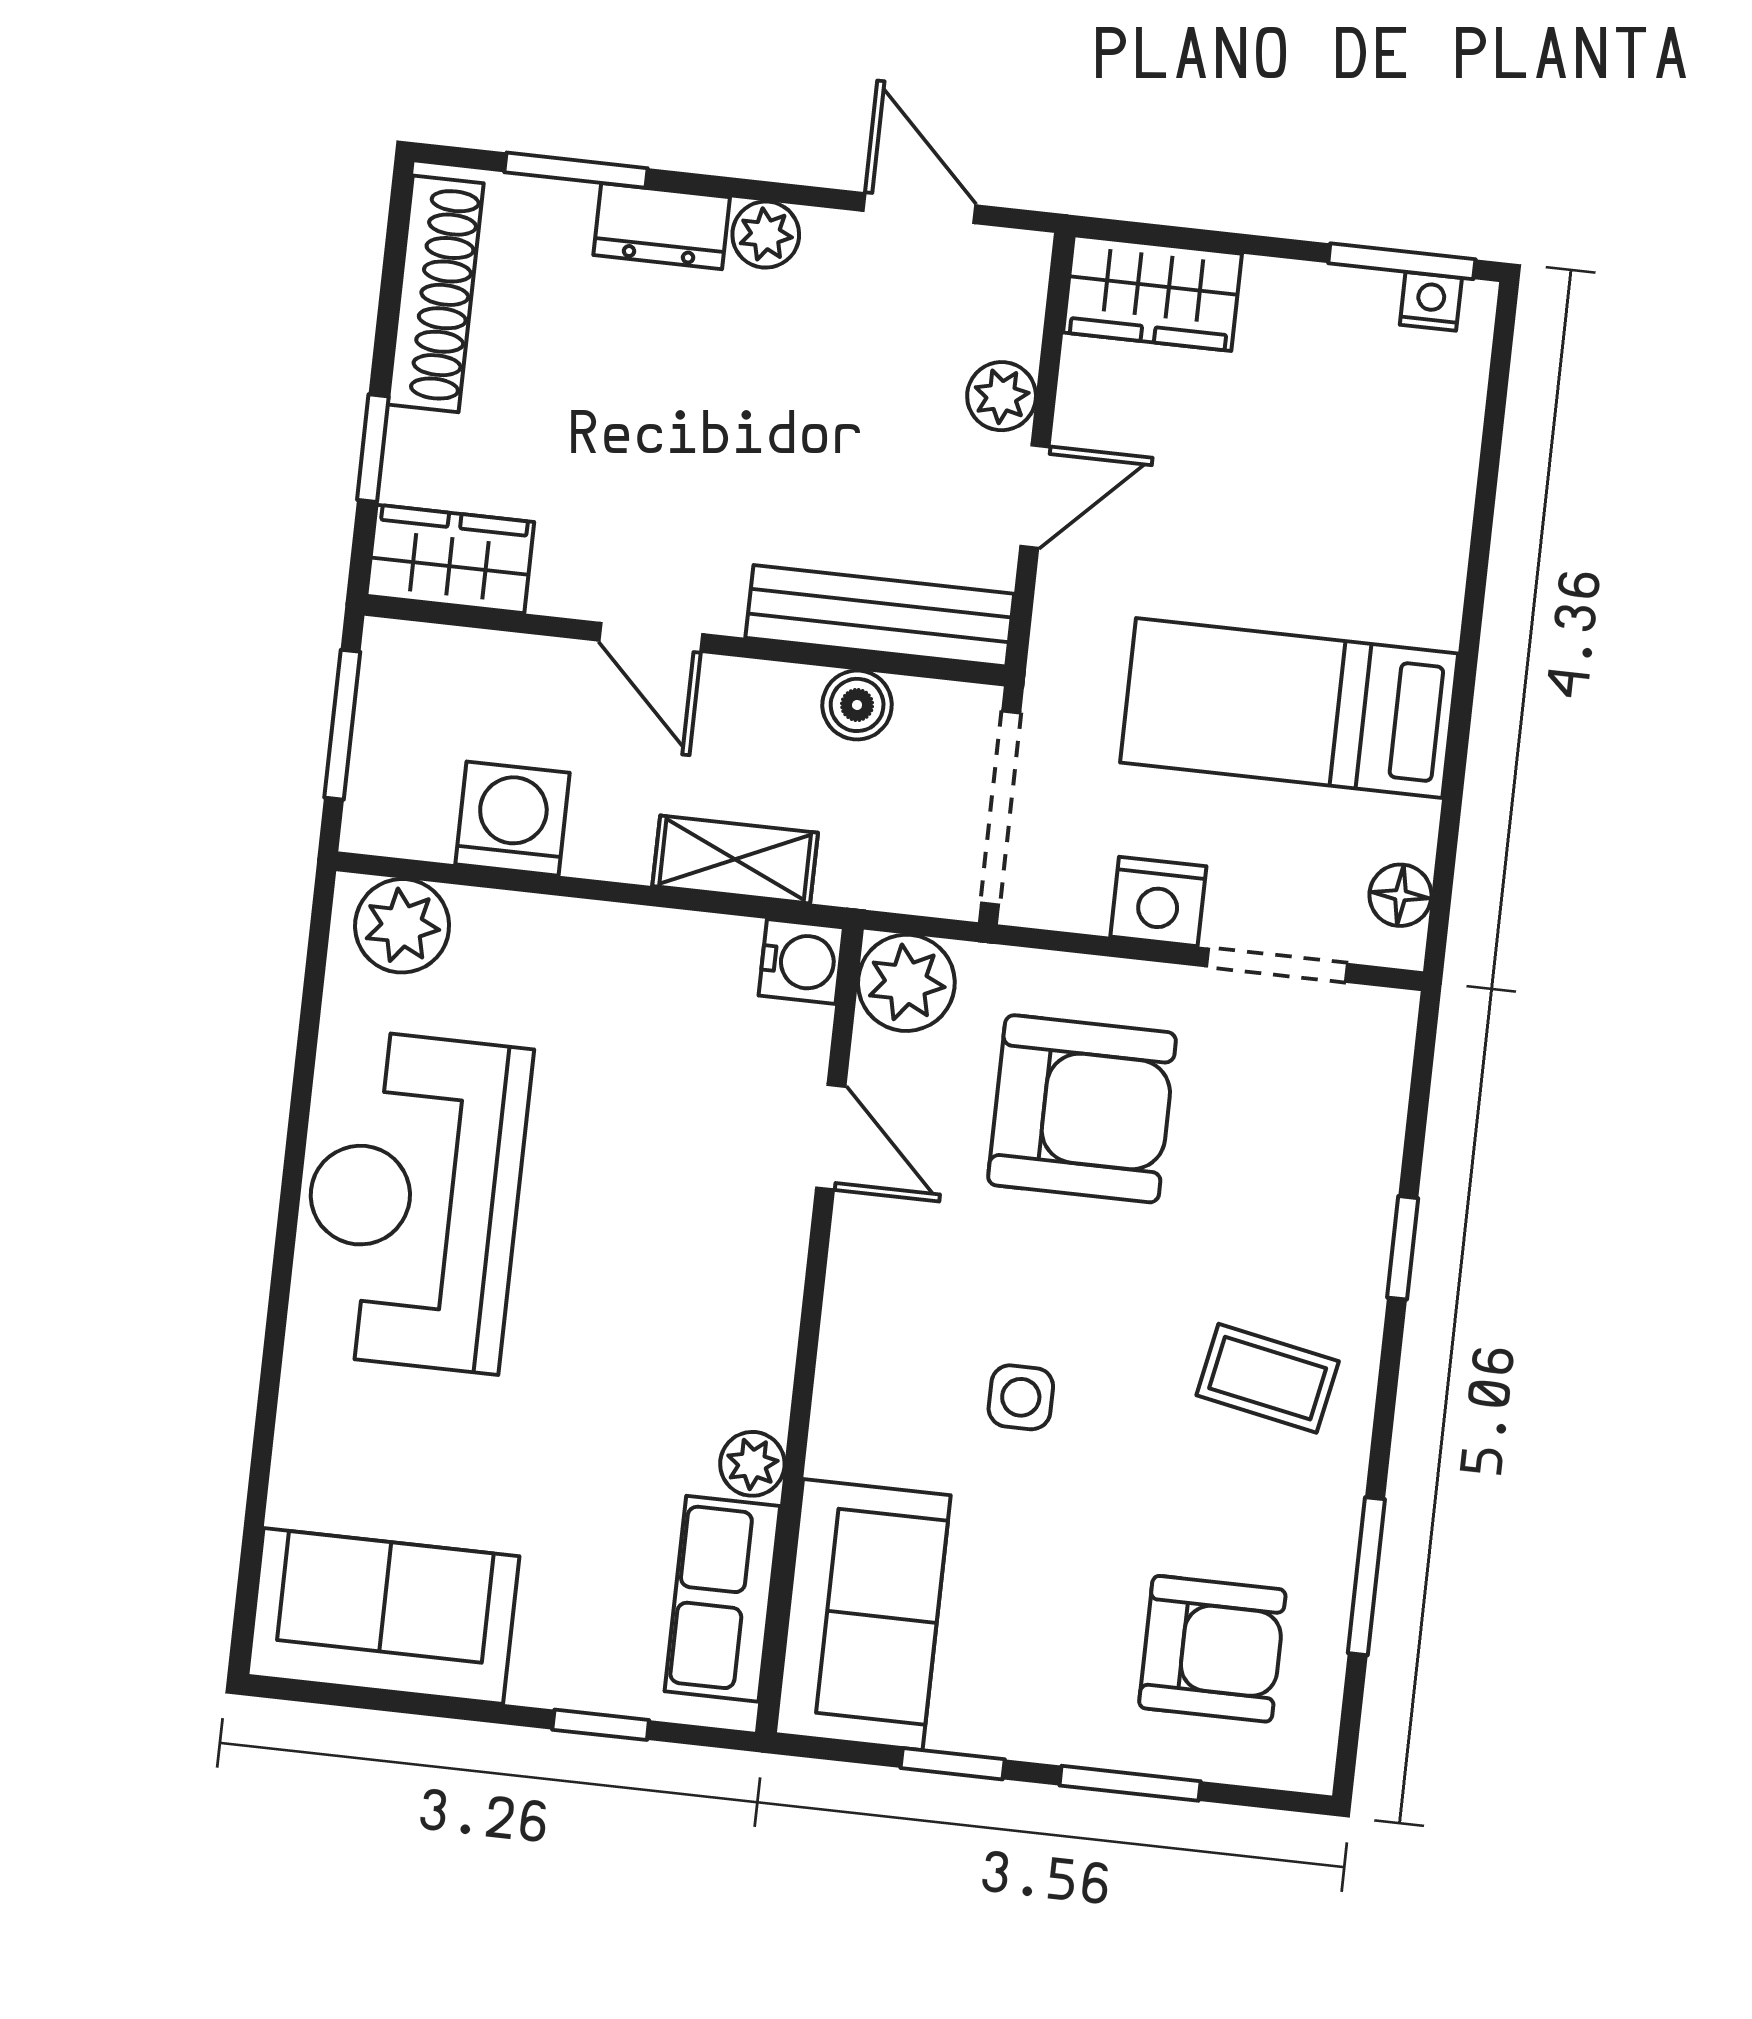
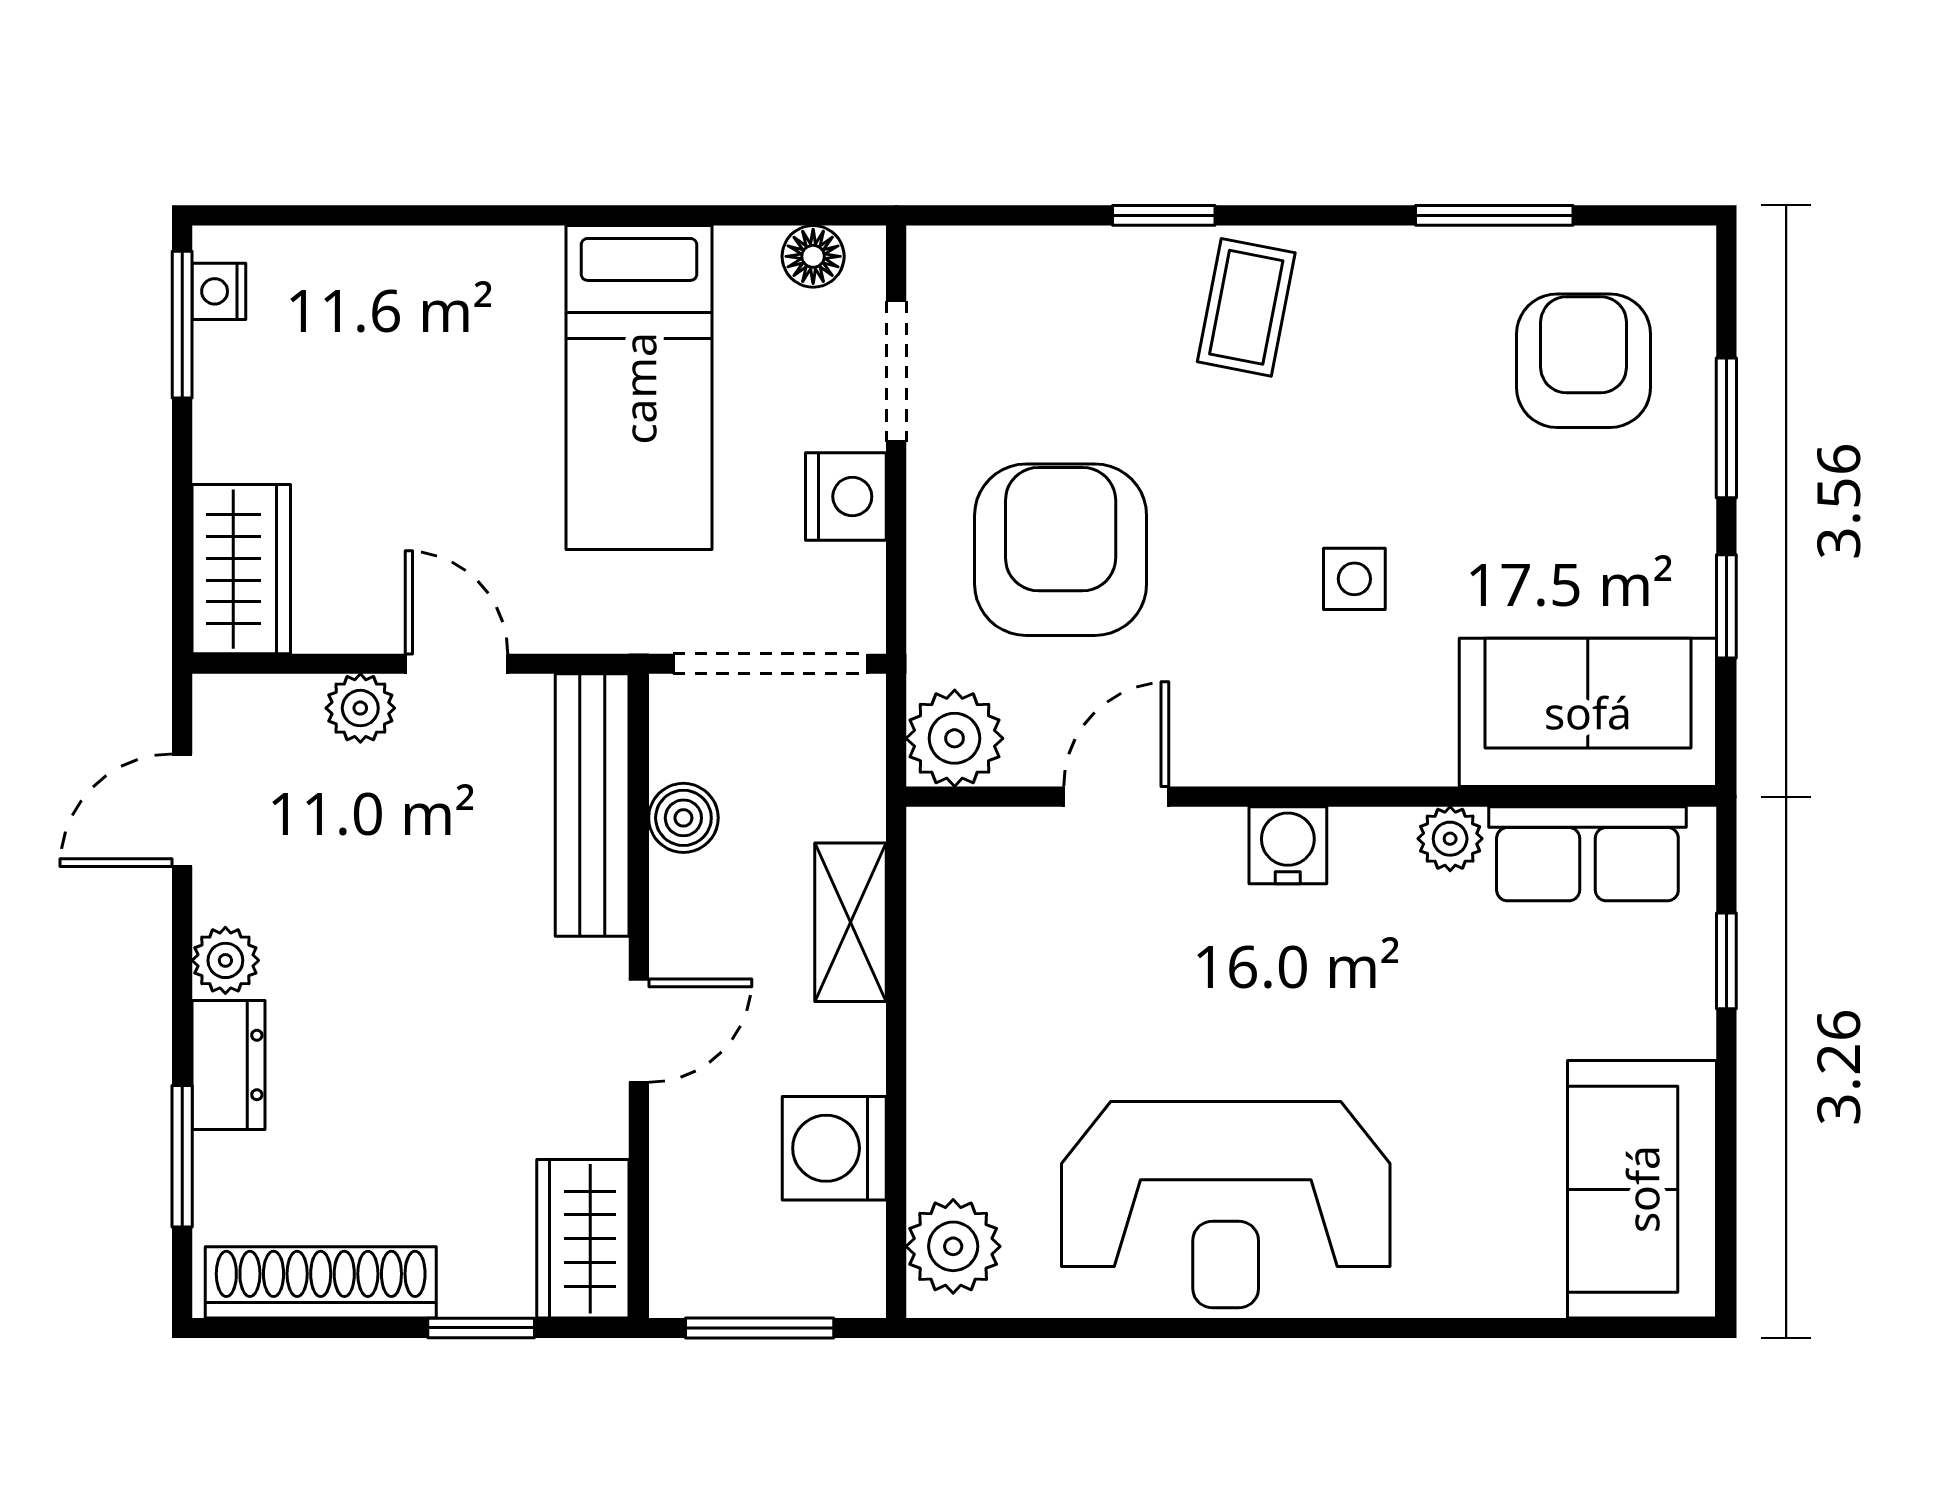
water cooler: (801, 962) -> (1288, 845), moved
coffee table: (1268, 1378) -> (1246, 307), moved

